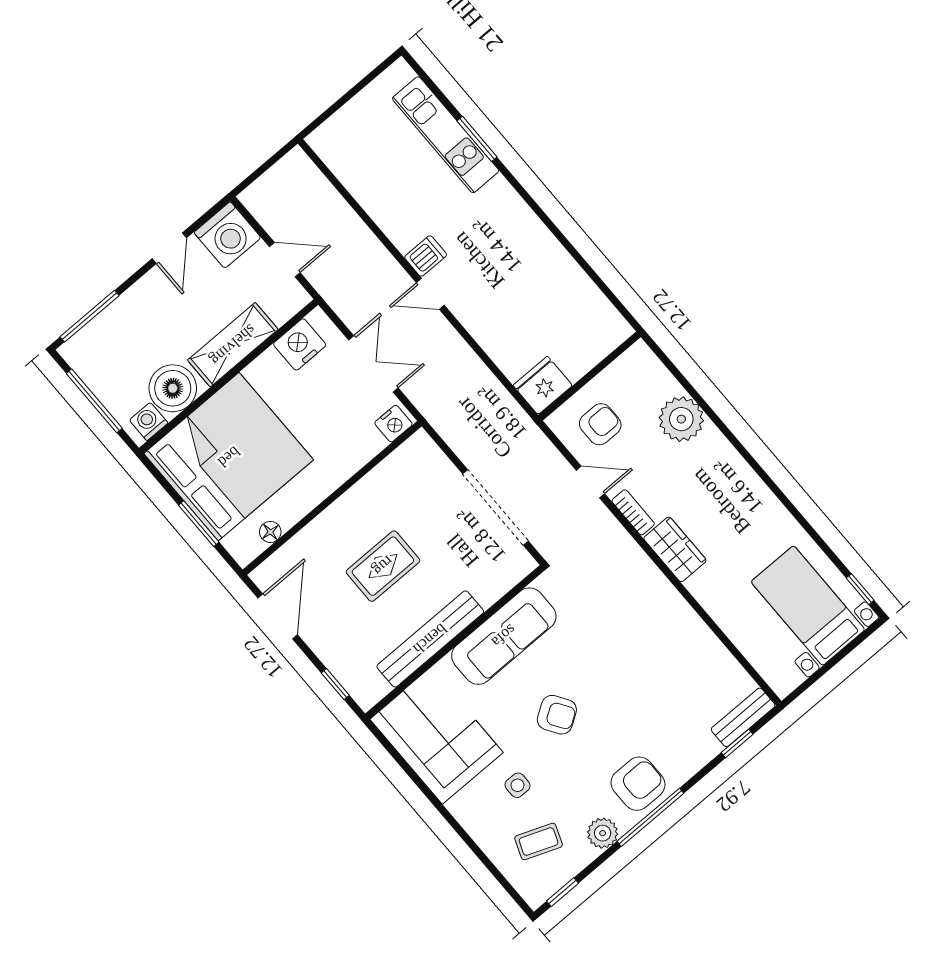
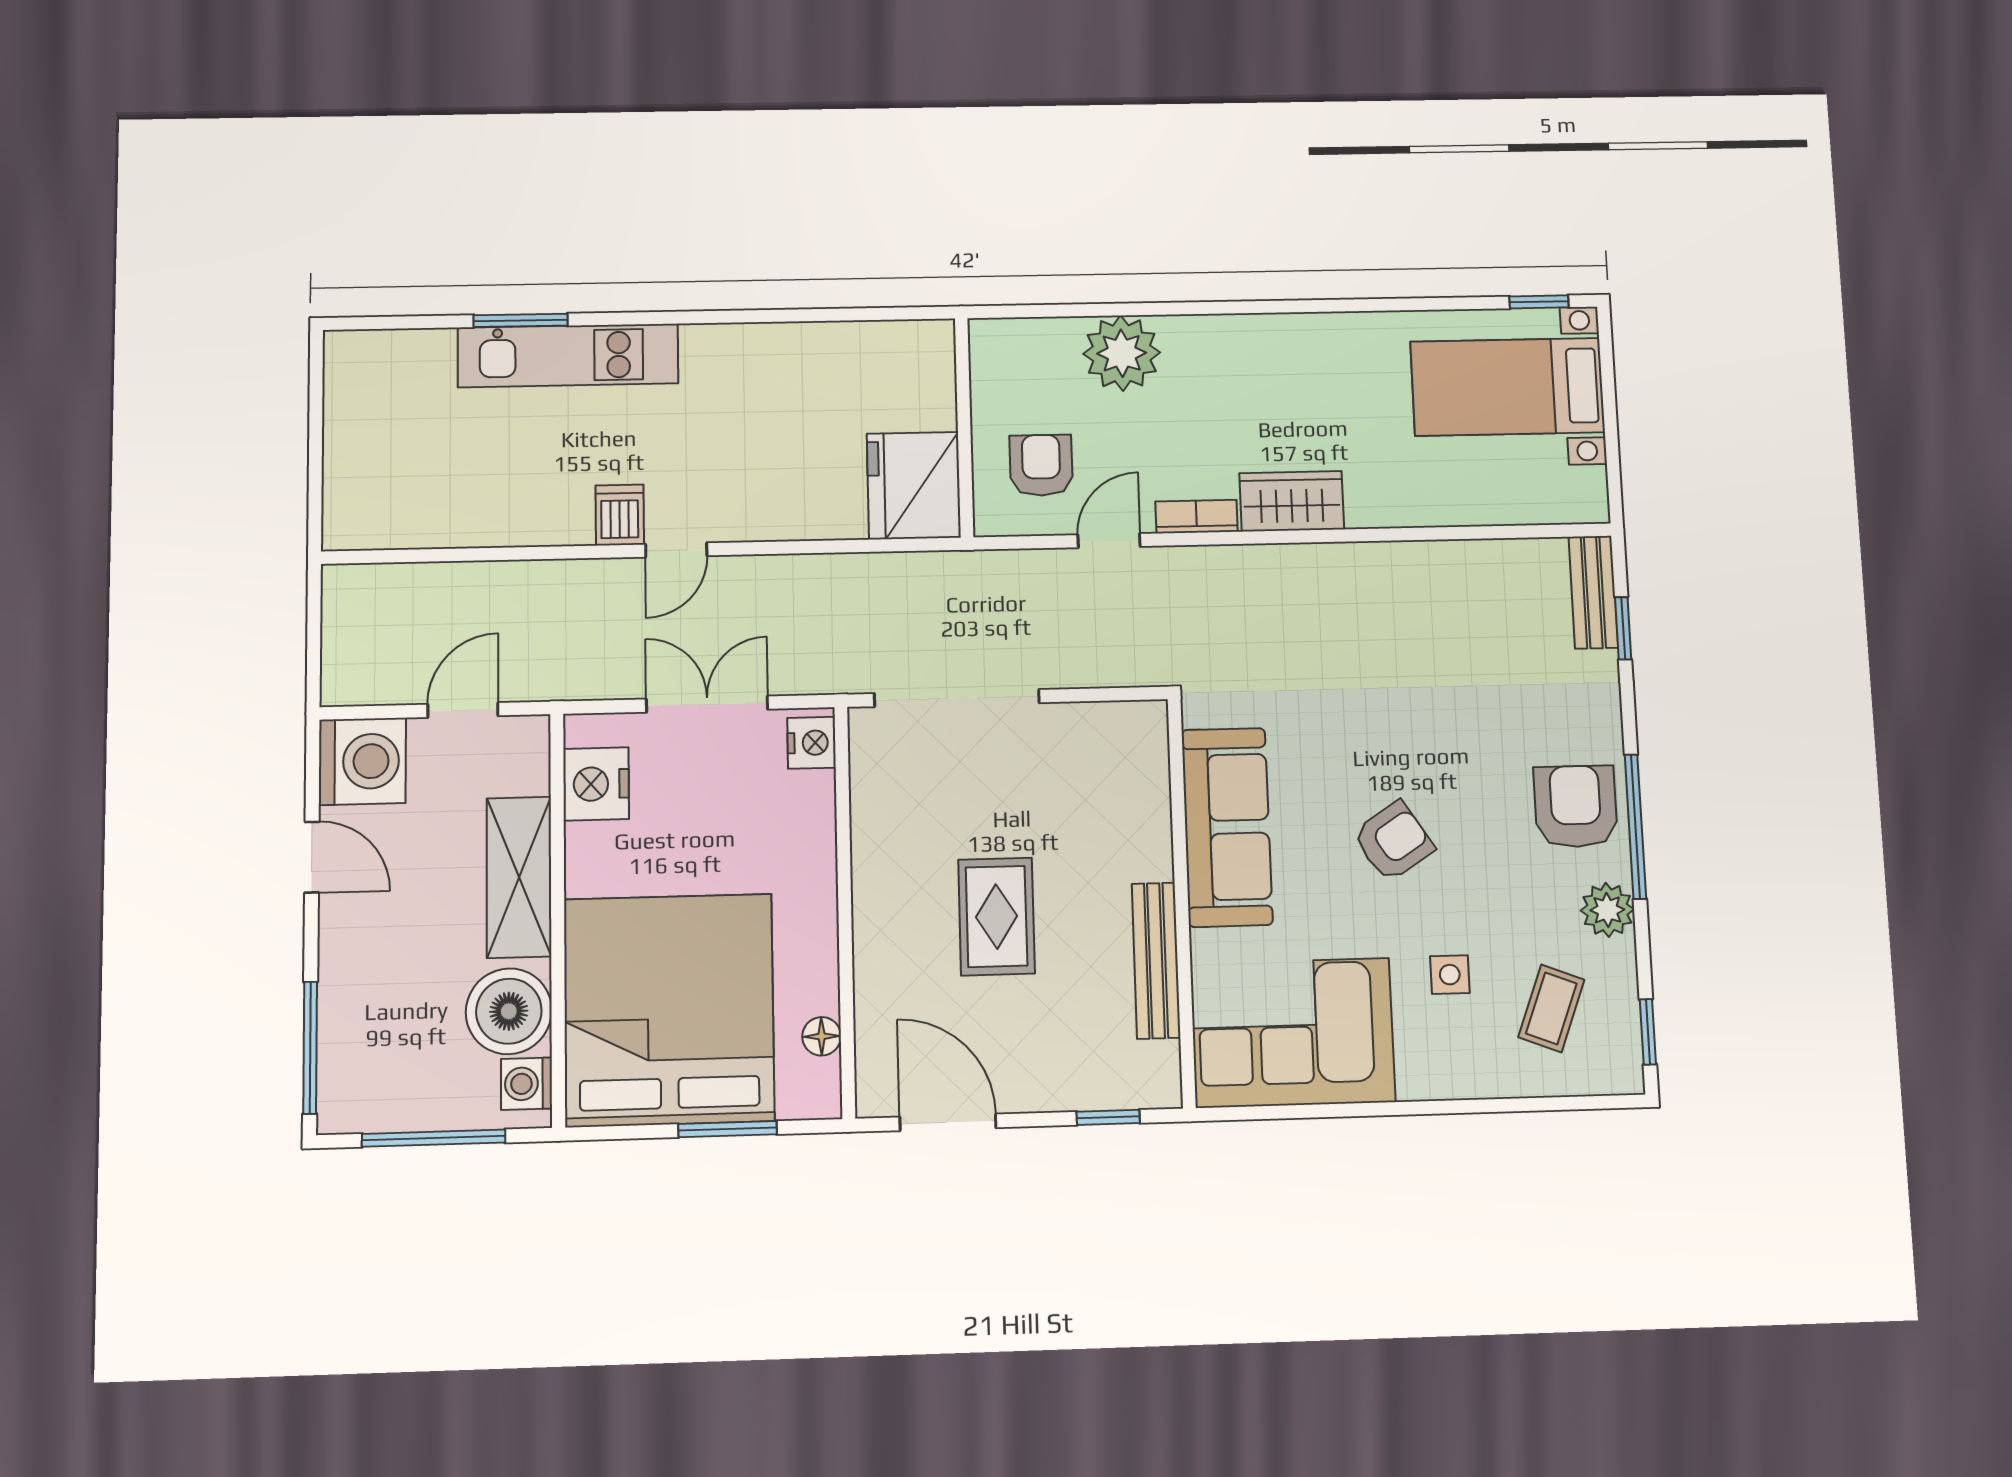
kitchen unit: (446, 135) -> (568, 356), moved
fridge: (543, 385) -> (914, 486), width x1.36, depth x1.34
doorway: (495, 507) -> (957, 698), moved
bench: (430, 639) -> (1156, 961), width x0.73, depth x0.82

